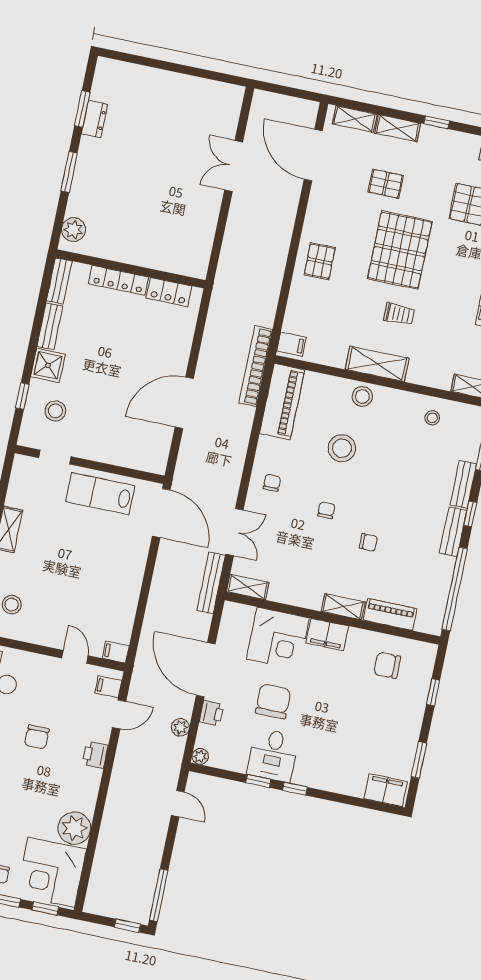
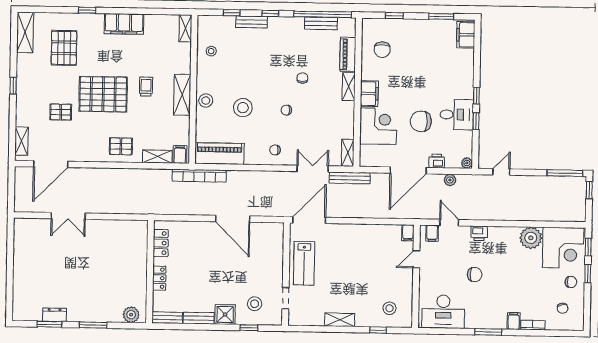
shelving: (398, 128) -> (157, 157), moved, turned 90
pallet: (386, 184) -> (61, 112), turned 90
locker: (119, 280) -> (159, 278), width x0.66
bench: (453, 532) -> (321, 23), moved

